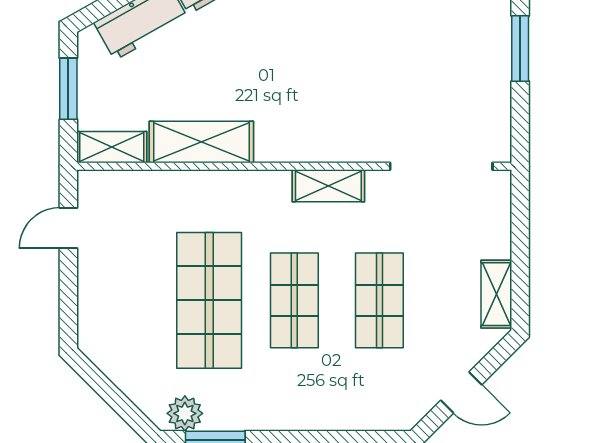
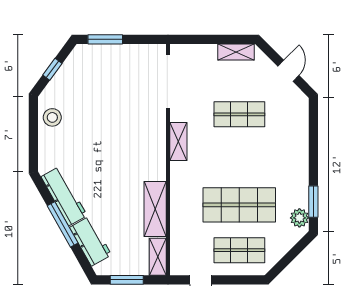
shop shelf: (294, 300) -> (239, 250), moved

